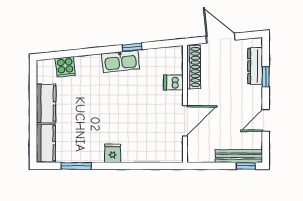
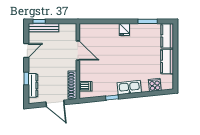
kitchen sink: (121, 61) -> (129, 87), moved
dishwasher: (173, 83) -> (85, 86), moved
door: (185, 121) -> (78, 50), swing flipped

